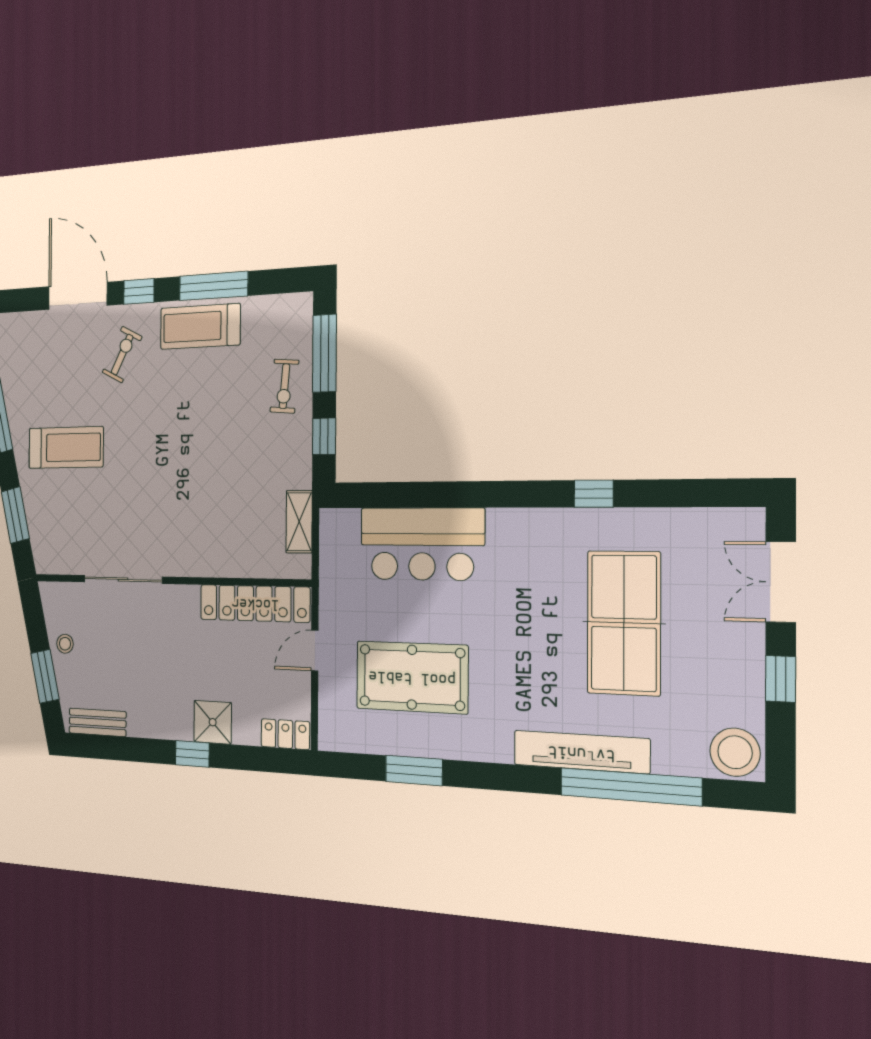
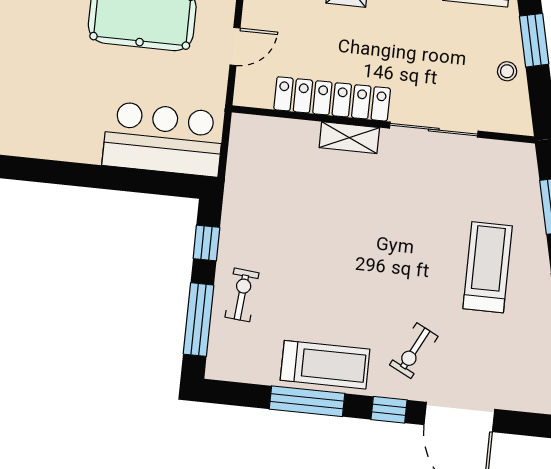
treadmill: (66, 448) -> (488, 267), turned 90
shelving: (299, 522) -> (349, 138), moved, turned 90
bar counter: (422, 544) -> (163, 139), moved
locker: (255, 603) -> (332, 99), moved

